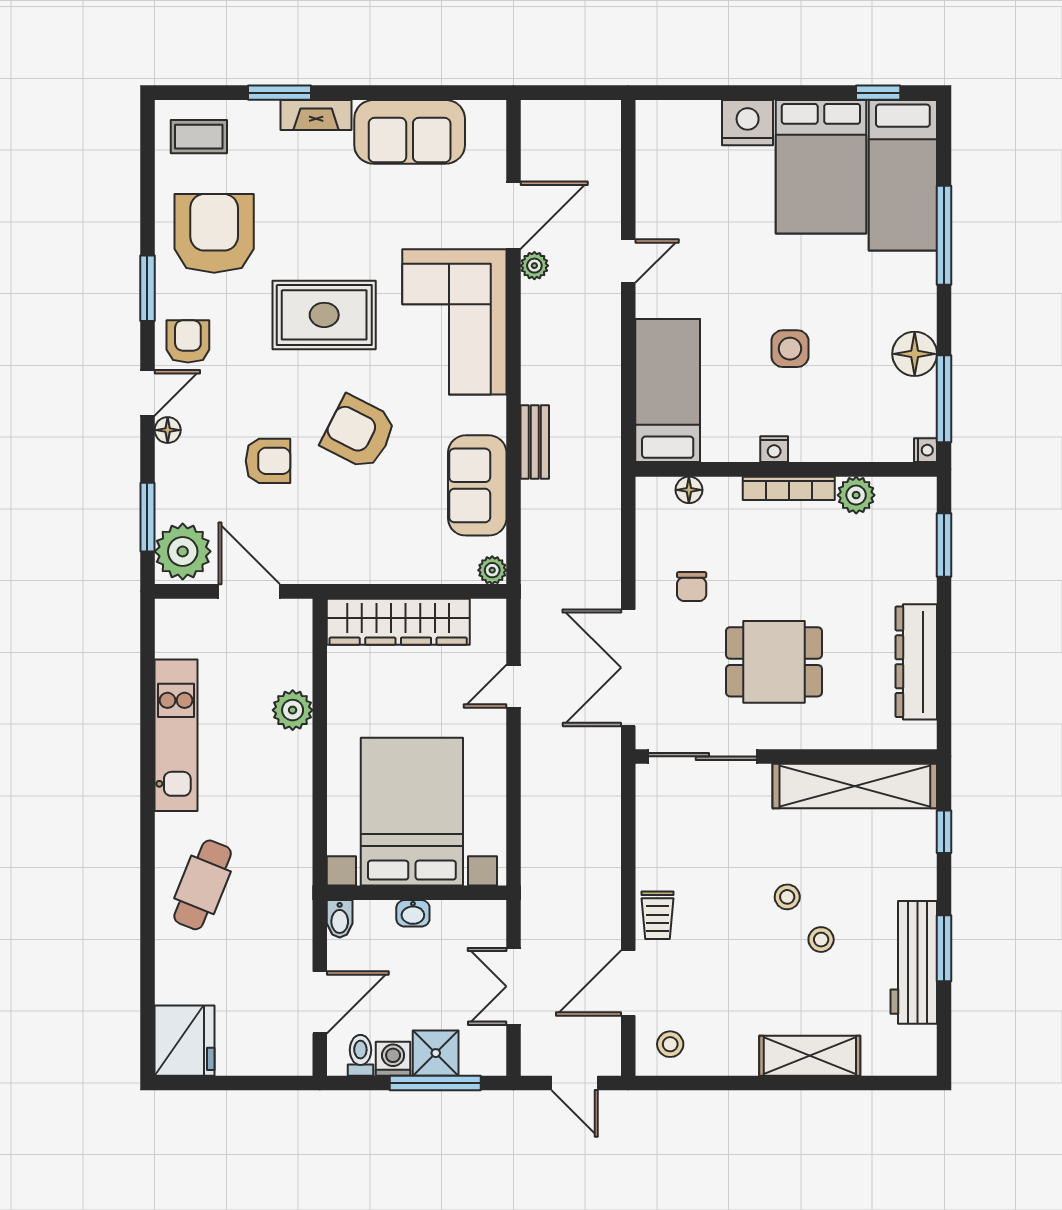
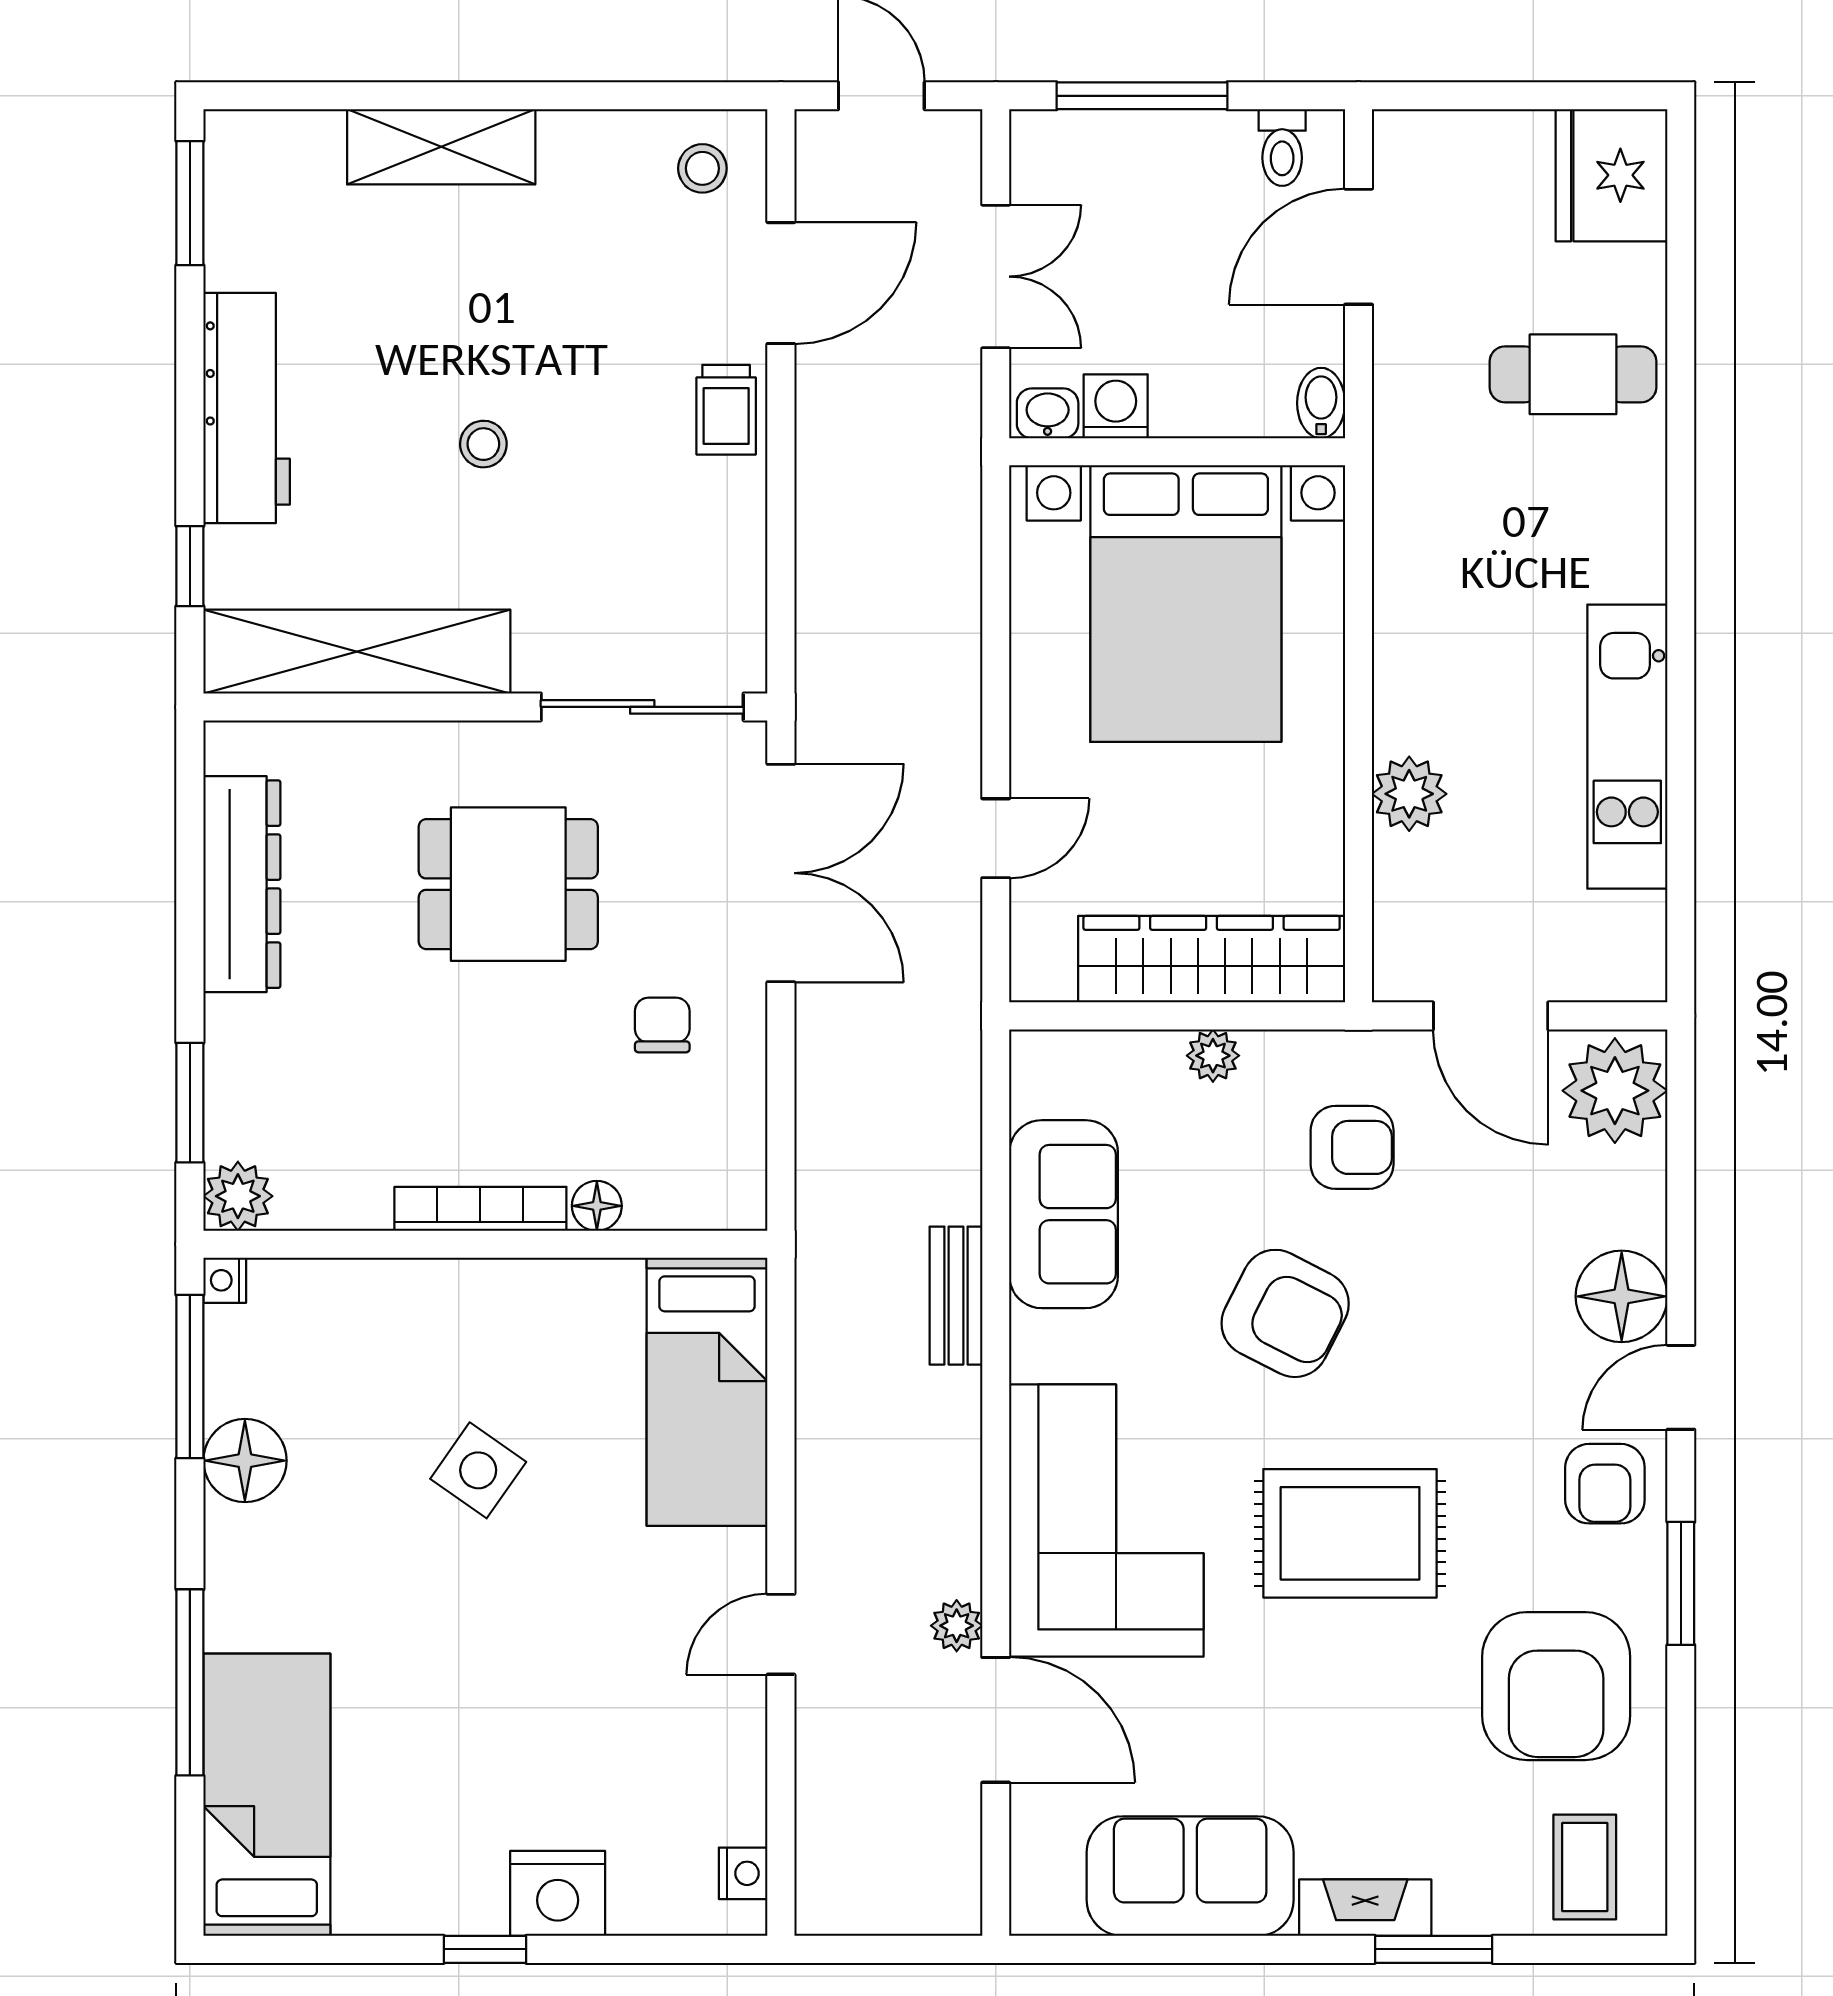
window: (878, 93) -> (485, 1949), moved
coffee table: (199, 137) -> (1585, 1867), turned 90
bed: (821, 167) -> (420, 1811), removed
door: (513, 215) -> (996, 1720), swing flipped
side table: (790, 349) -> (478, 1470), turned 35
floor lamp: (168, 430) -> (1622, 1296), width x1.89, depth x1.89
nightstand: (774, 449) -> (743, 1873), moved, turned 90
armchair: (268, 461) -> (1352, 1147), moved, turned 180
floor lamp: (689, 490) -> (597, 1206), moved
plant: (856, 495) -> (238, 1196), moved
window: (147, 517) -> (1681, 1155), removed
plant: (492, 570) -> (1213, 1056), moved
cafe table: (203, 885) -> (1573, 374), moved, turned 68
washbasin: (413, 913) -> (1048, 413), moved
trolley: (658, 915) -> (726, 410), turned 180
stool: (821, 940) -> (420, 364), removed
window: (944, 948) -> (190, 203), moved
workbench: (914, 962) -> (247, 408), moved
shower: (436, 1053) -> (1141, 152), removed
washing machine: (393, 1059) -> (1116, 406), moved, turned 180

